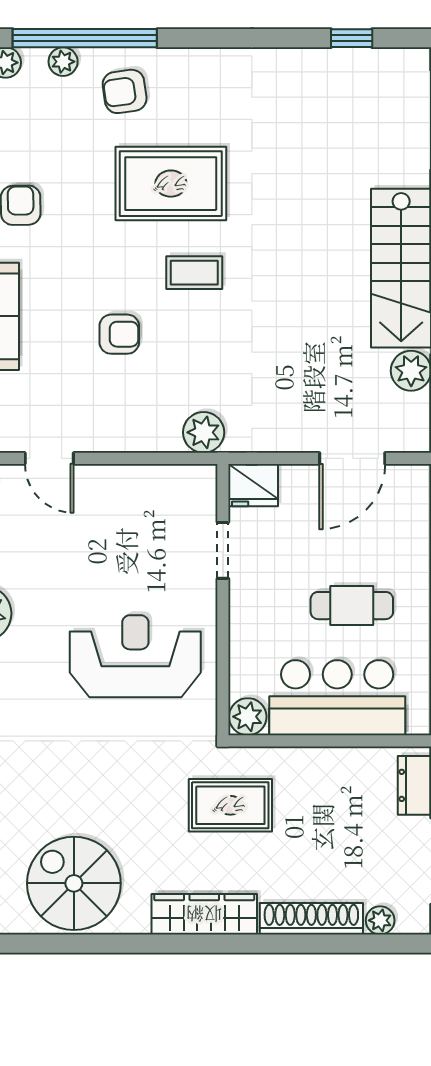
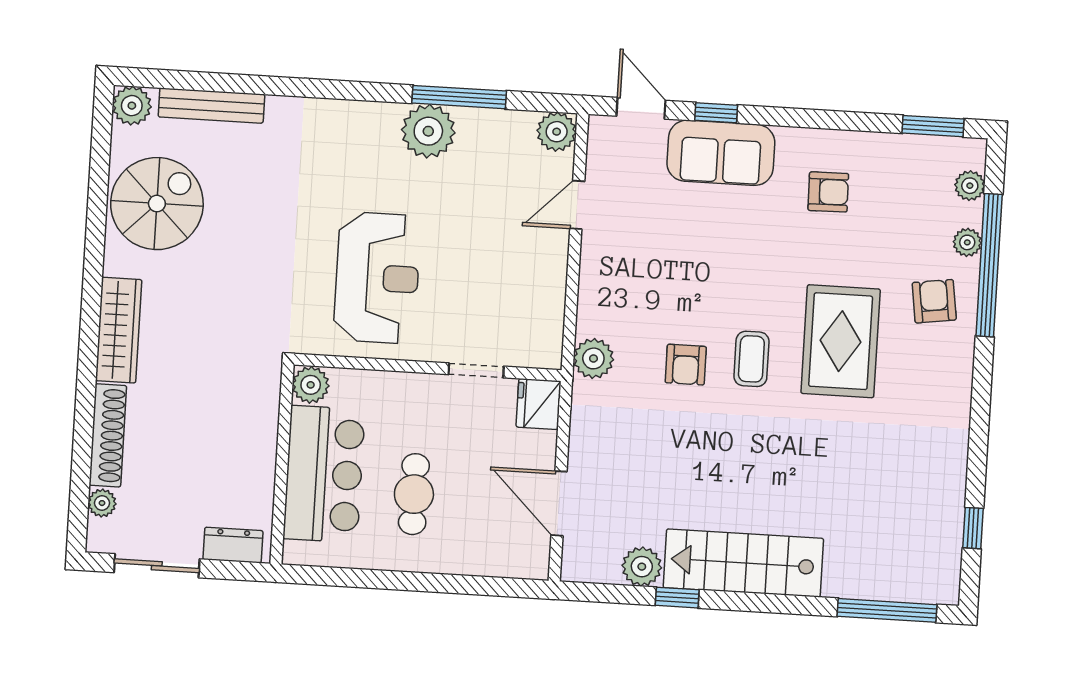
armchair: (119, 334) -> (686, 365), moved
rug: (230, 805) -> (224, 362), removed

